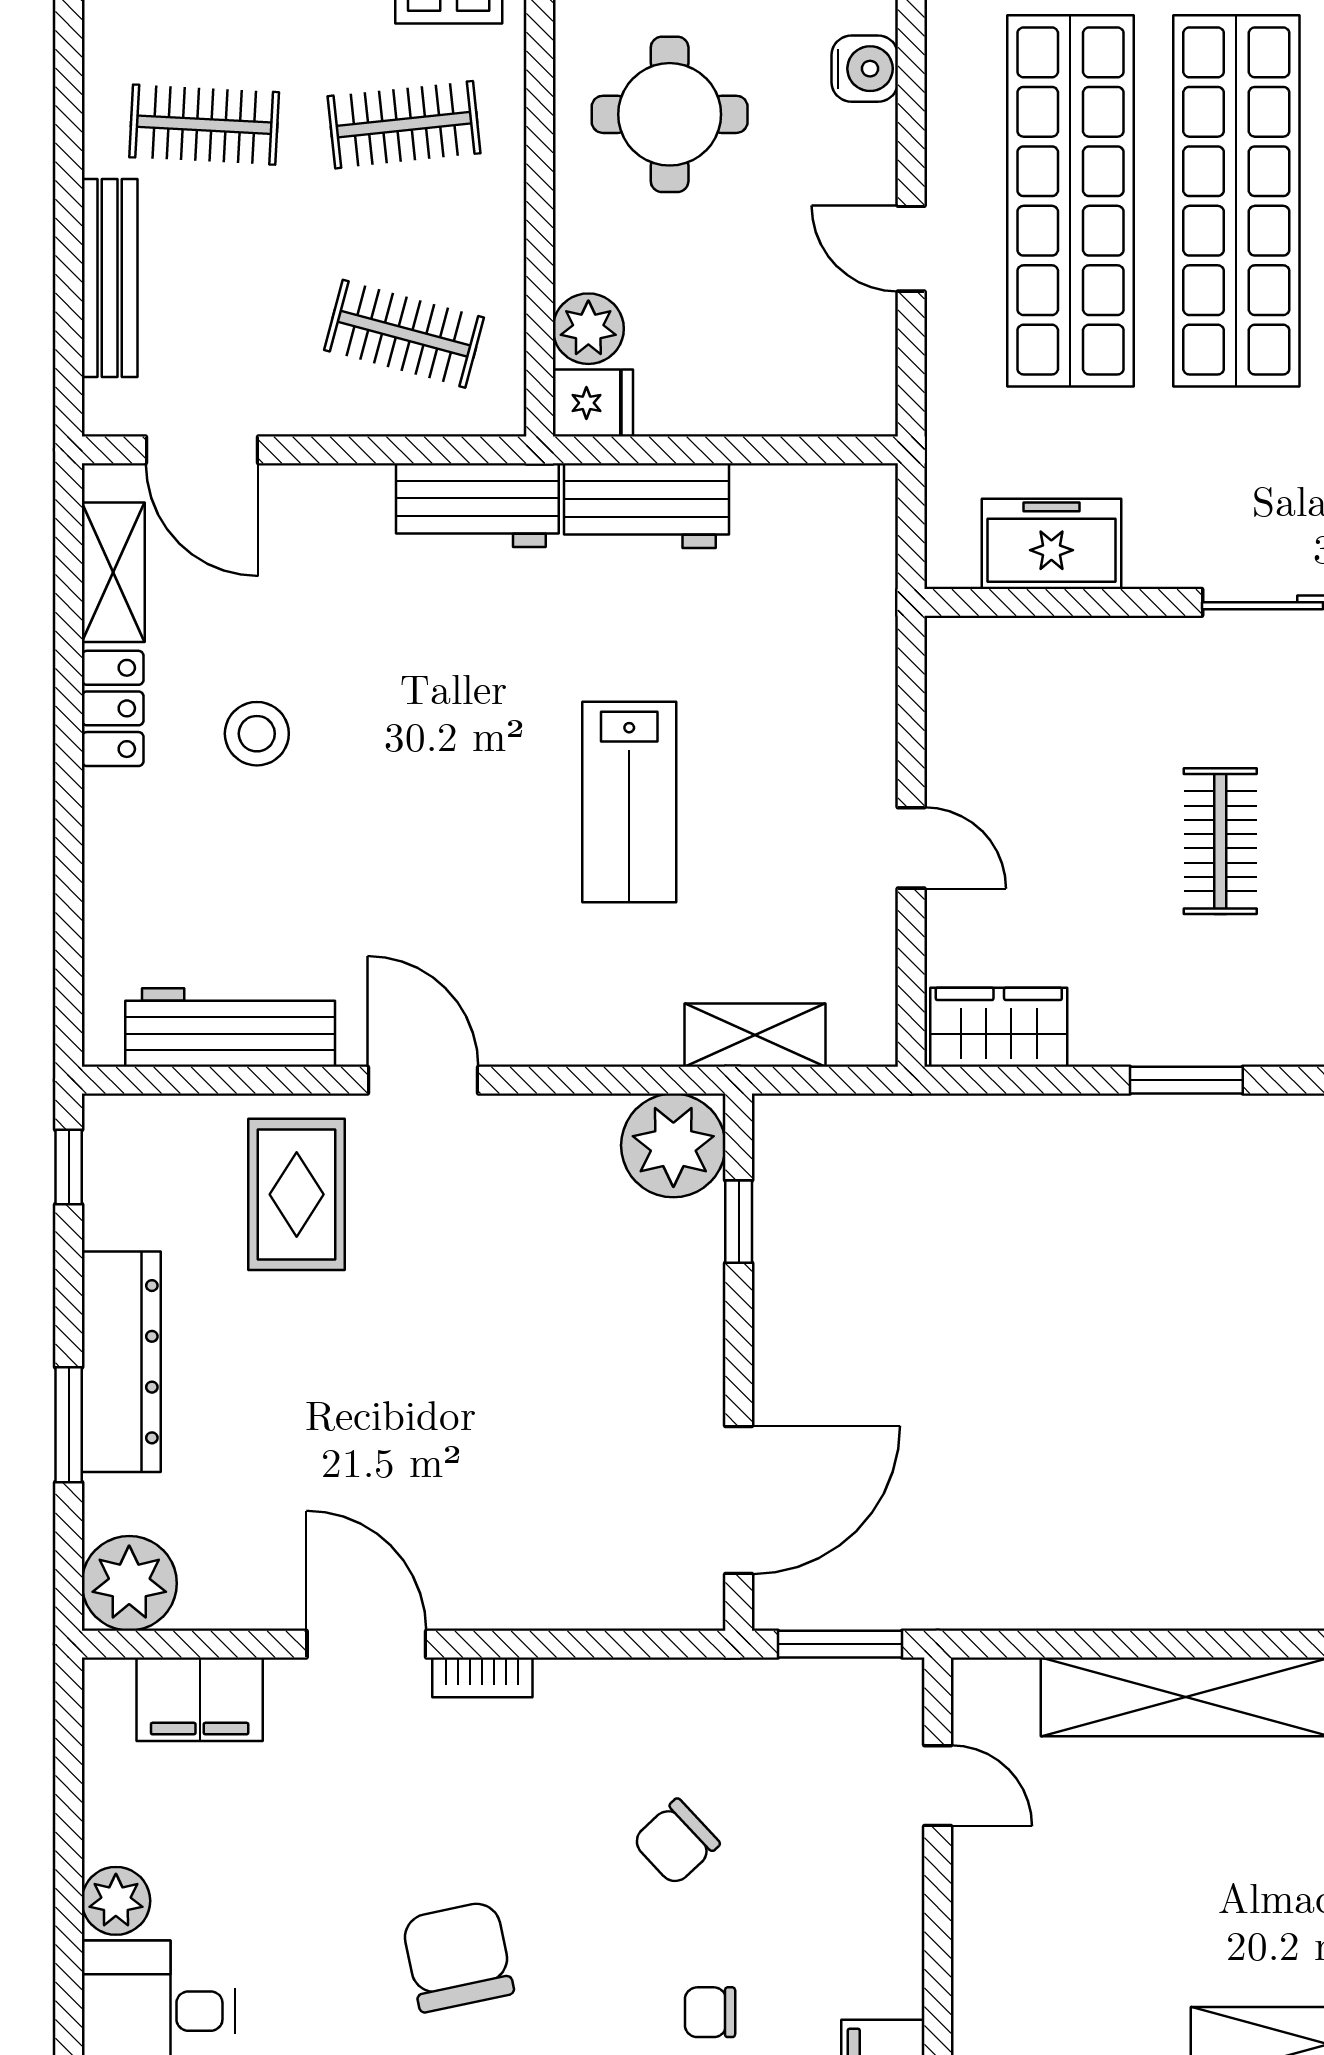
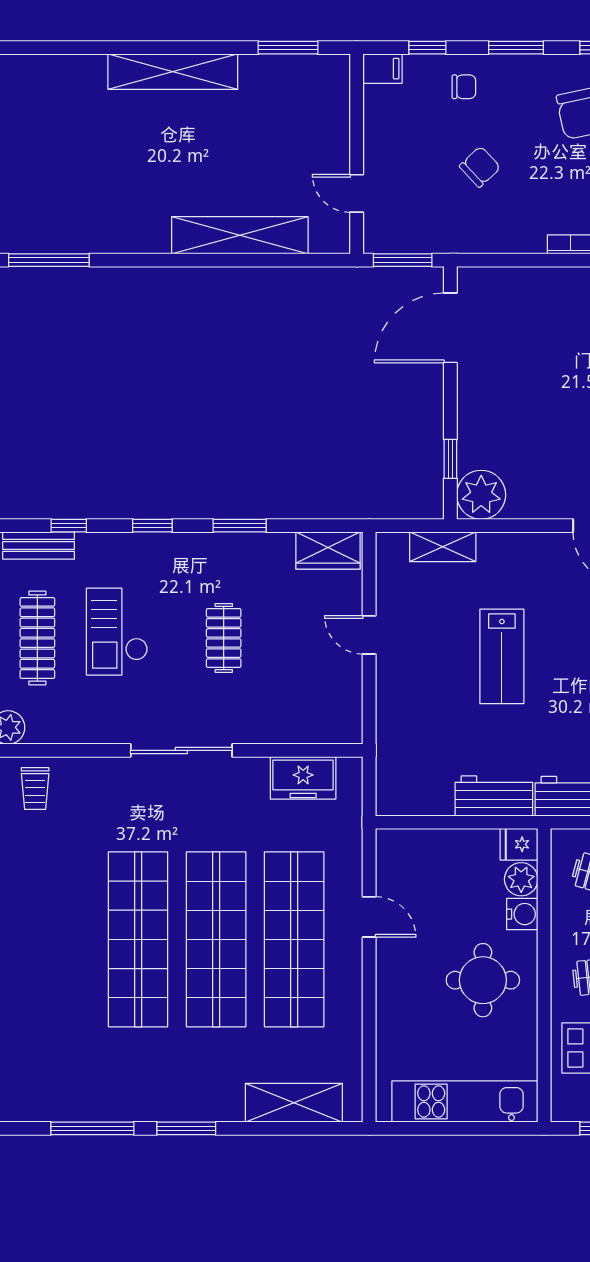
water cooler: (865, 69) -> (522, 914), moved, turned 180
lab bench: (629, 802) -> (502, 656), turned 180

